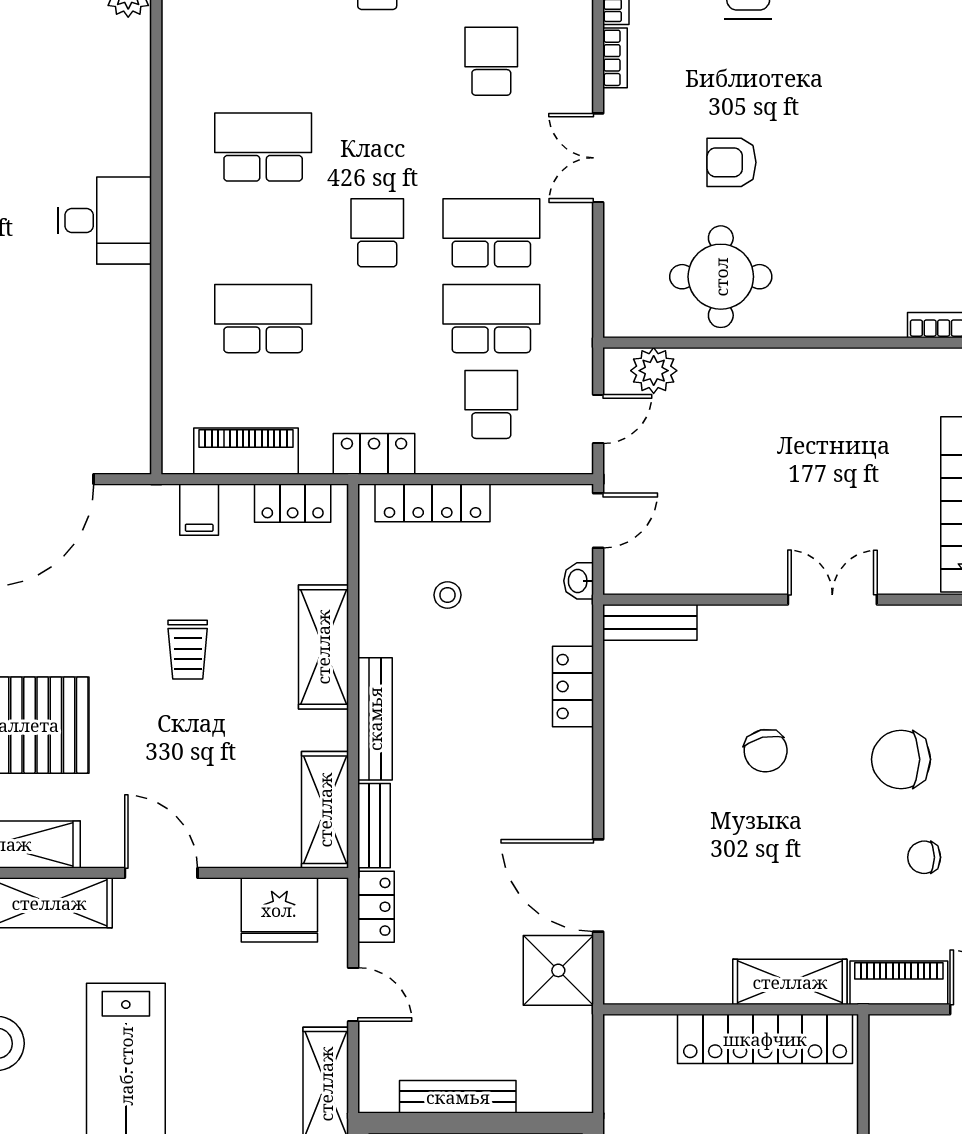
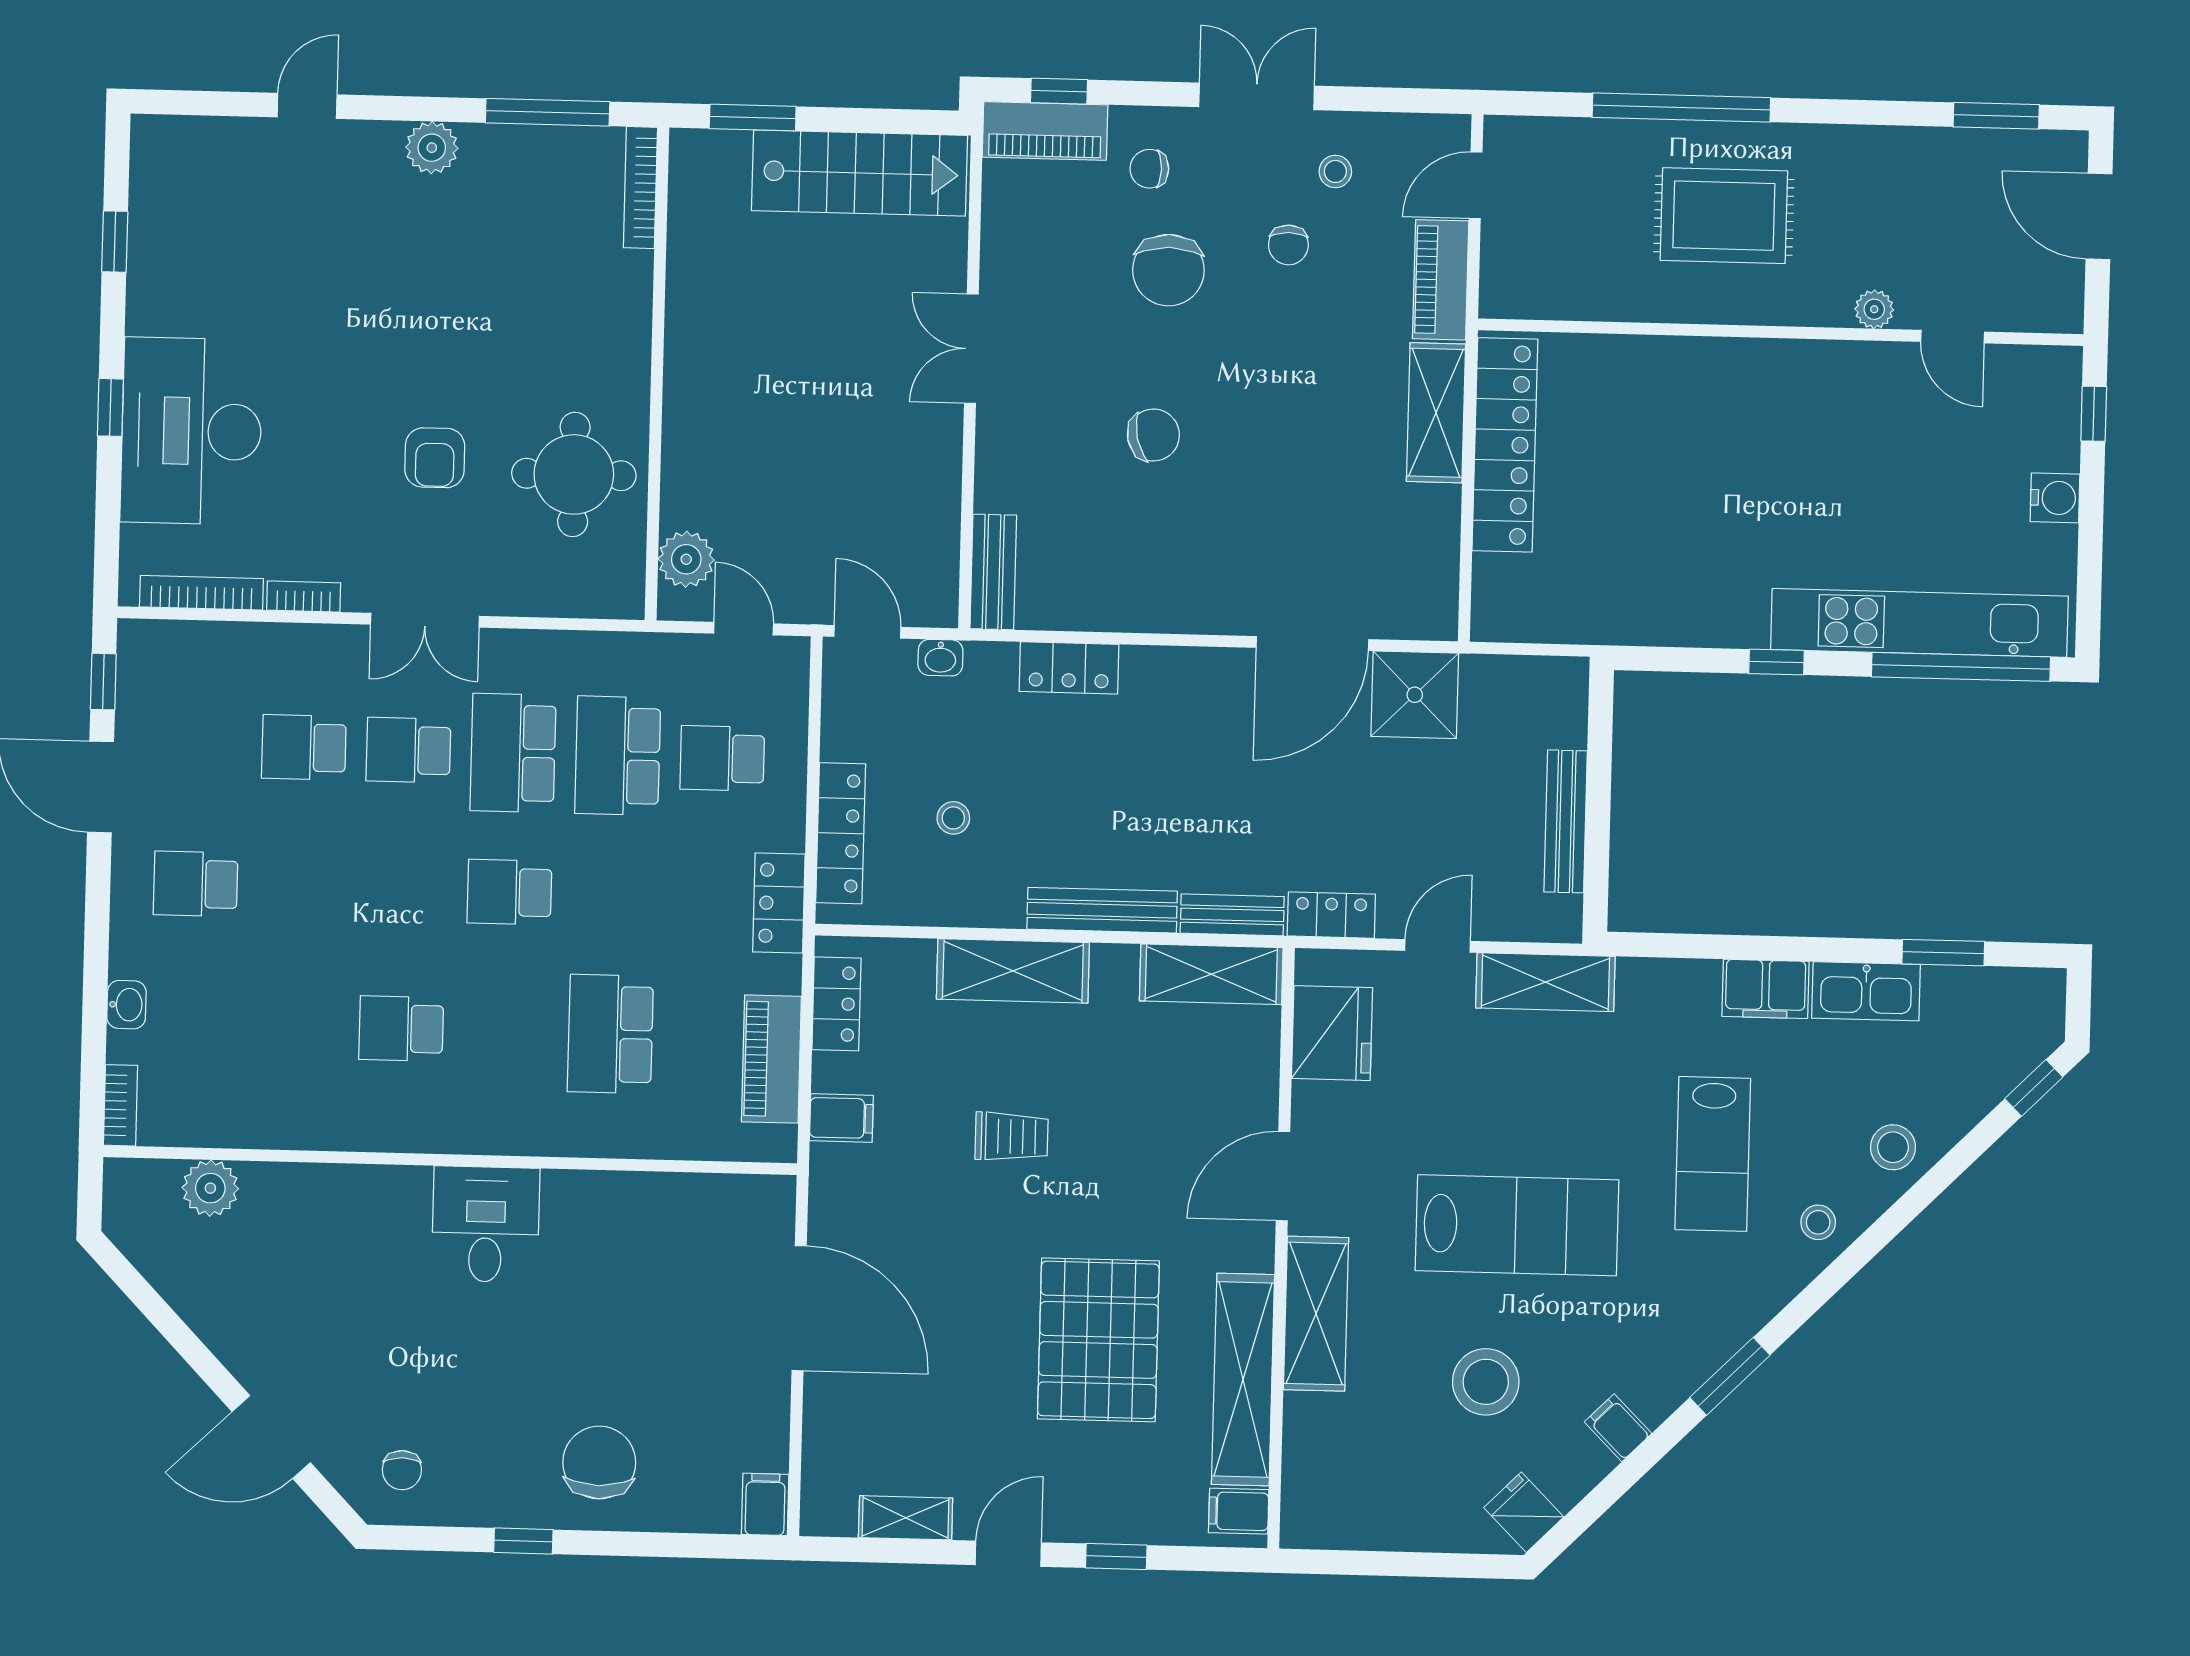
school desk: (263, 147) -> (401, 1029), width x0.54
school desk: (491, 147) -> (408, 750), added

